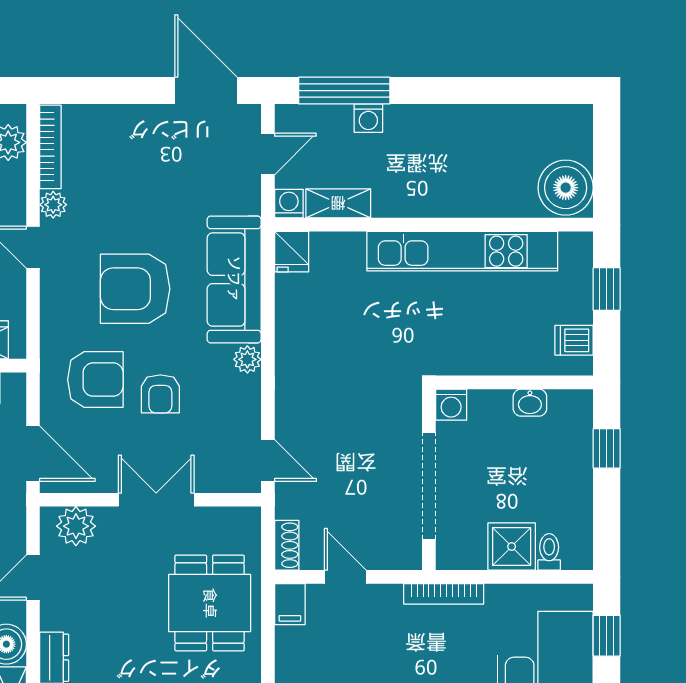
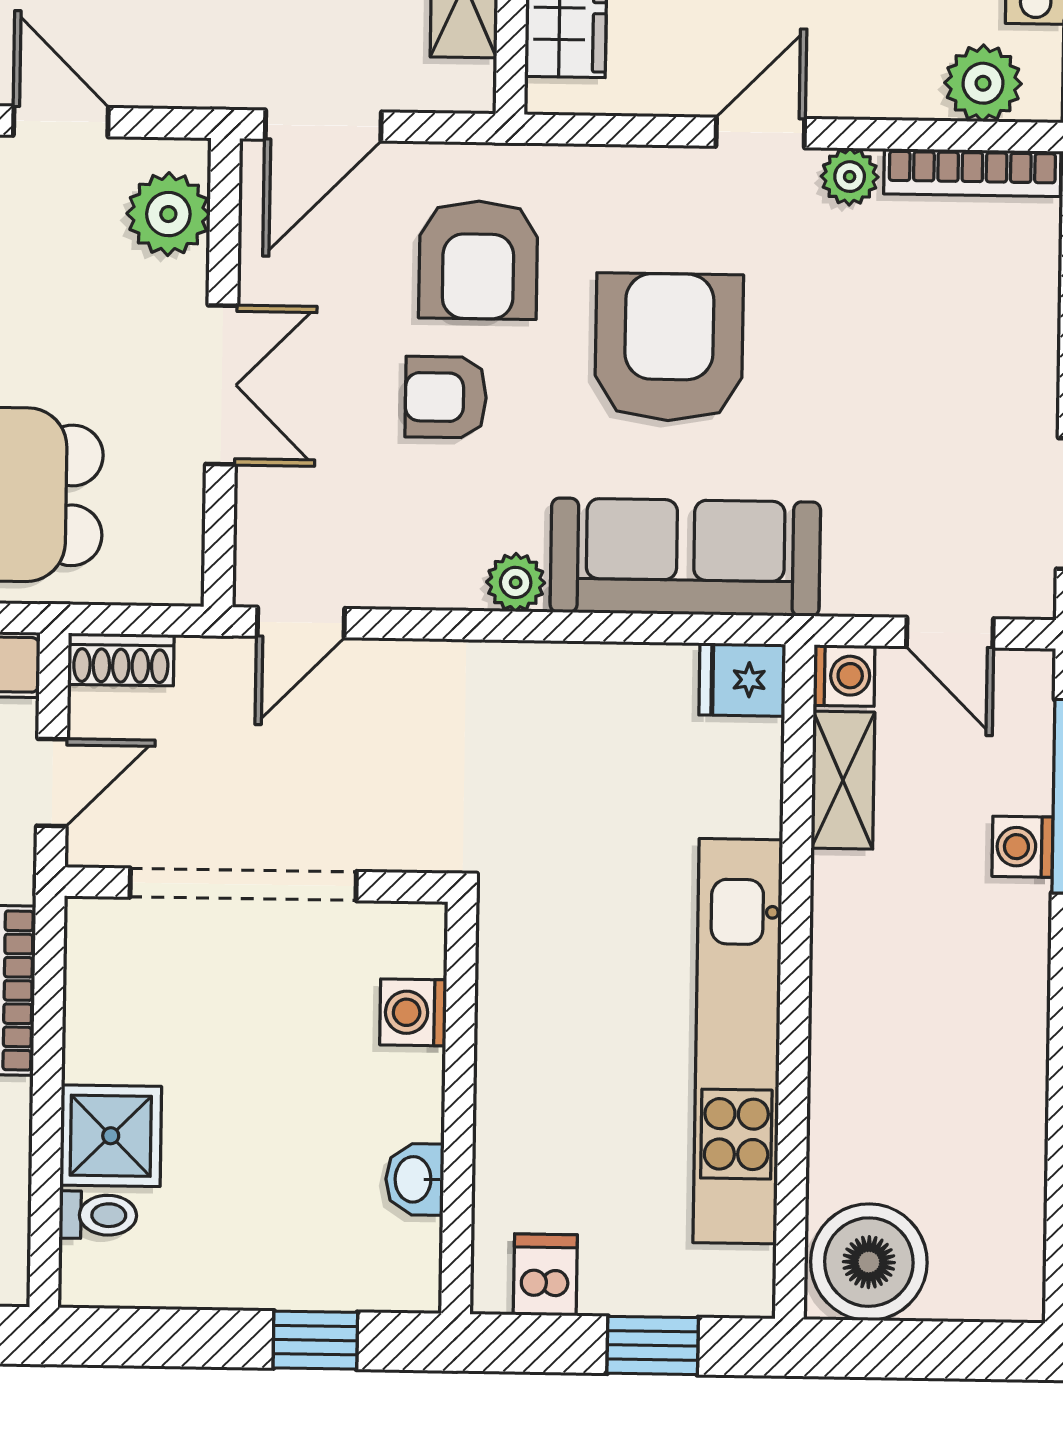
wall: (429, 480) -> (256, 885), moved
doorway: (429, 486) -> (243, 884), moved

